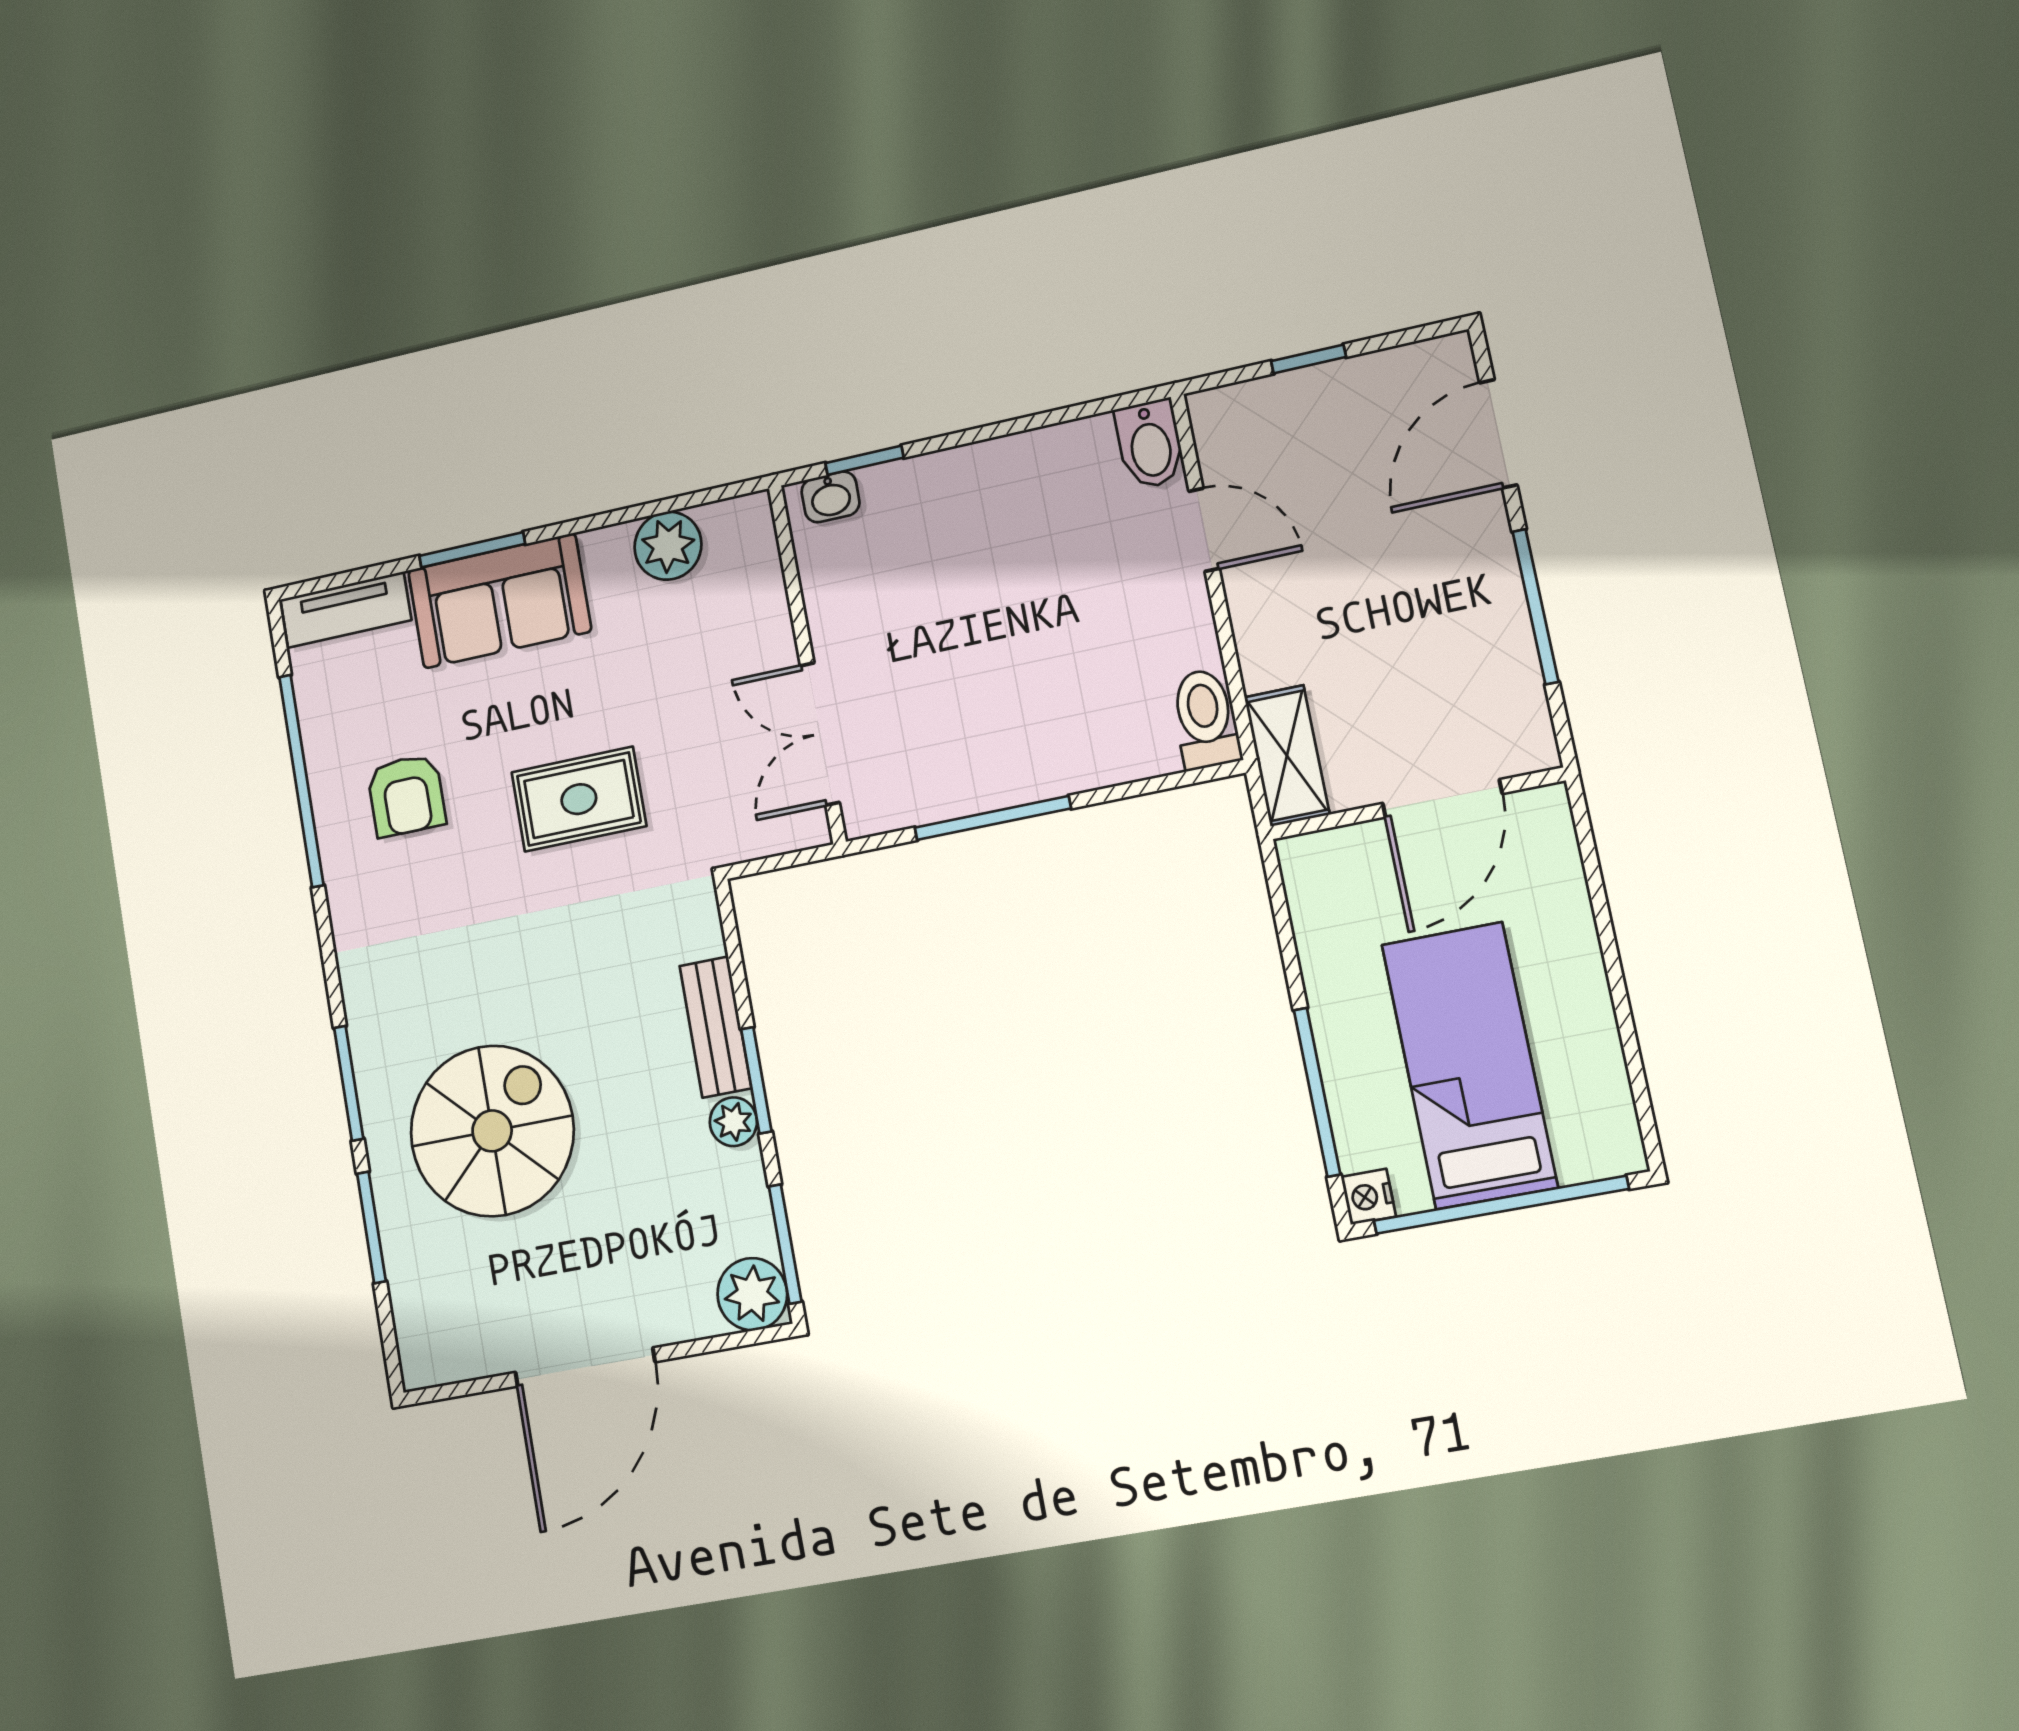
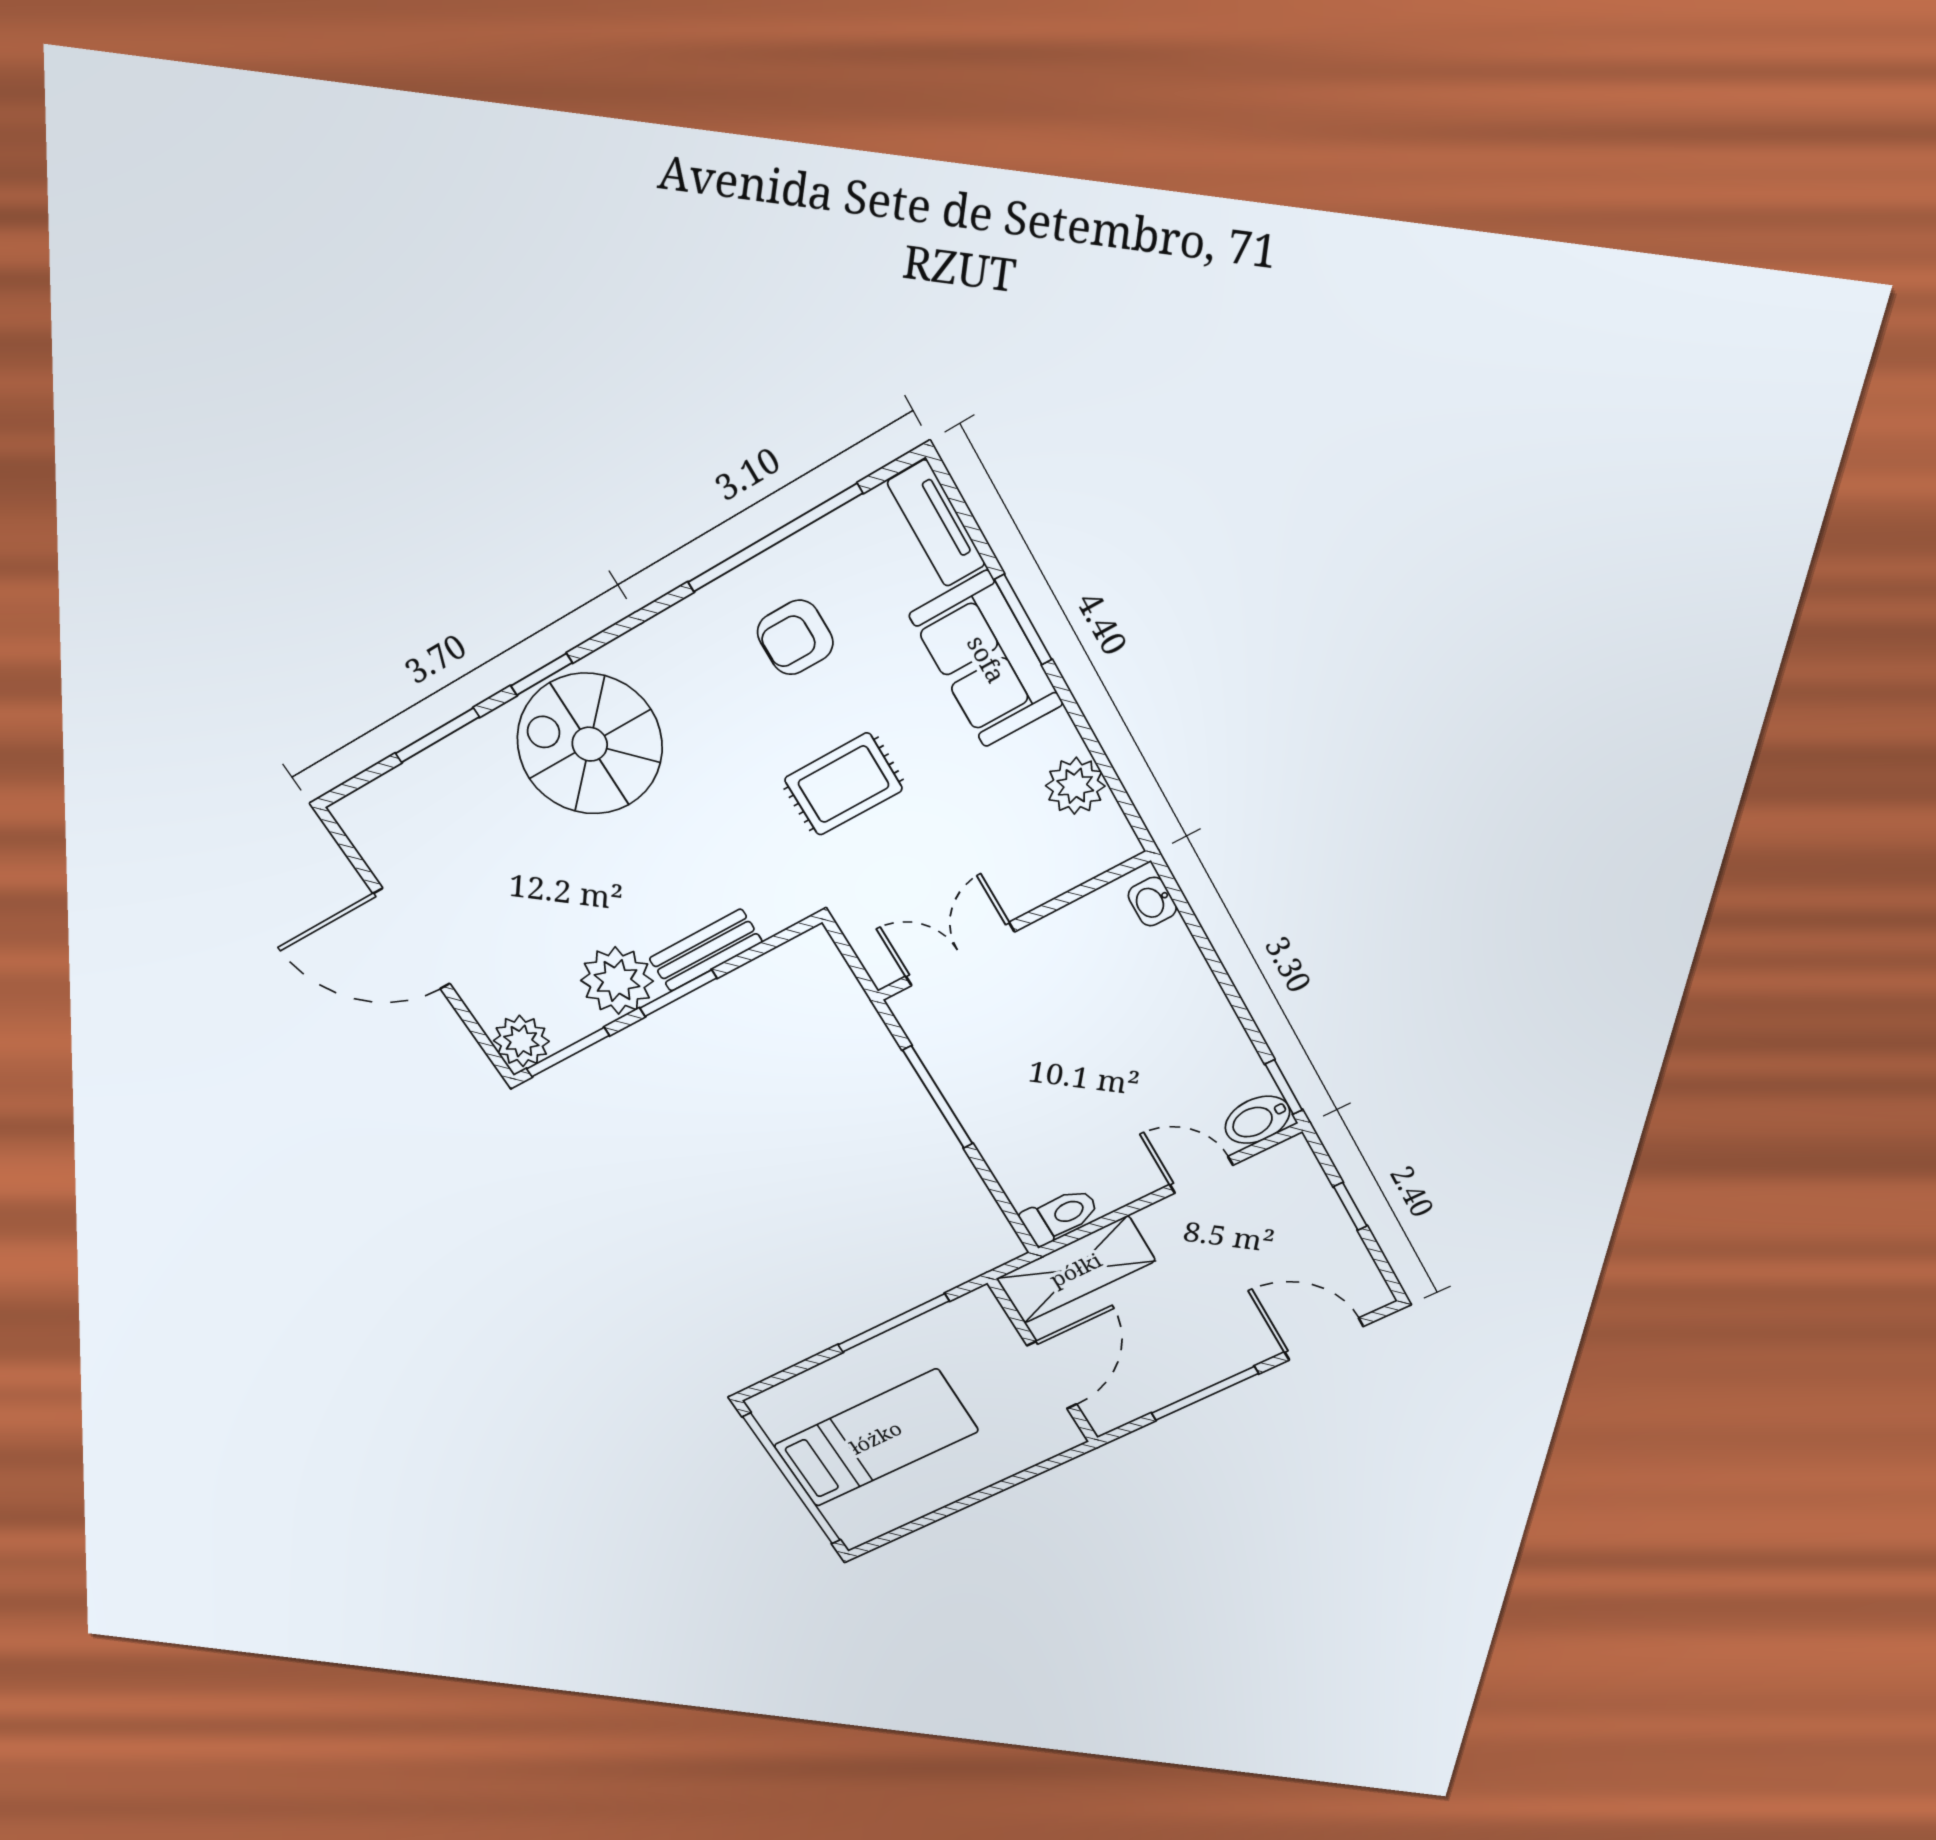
window: (864, 460) -> (1284, 1087), moved
door: (1204, 530) -> (1201, 1175), swing flipped
shelving: (1287, 756) -> (1076, 1270), width x1.50, depth x1.33
rug: (579, 799) -> (843, 784), turned 90
door: (1442, 799) -> (1052, 1375), swing flipped
window: (349, 1083) -> (542, 674), width x0.67
window: (1317, 1092) -> (893, 1323), moved
plant: (733, 1122) -> (617, 981), width x1.88, depth x1.88
spiral stairs: (492, 1131) -> (590, 744), moved, turned 180
nightstand: (1368, 1197) -> (765, 1405), removed

